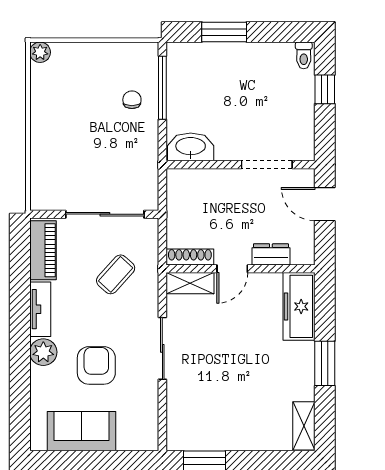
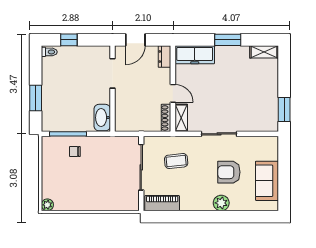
dresser: (271, 254) -> (165, 56), moved
coffee table: (116, 274) -> (176, 161), turned -48
tv unit: (40, 309) -> (196, 205), removed

